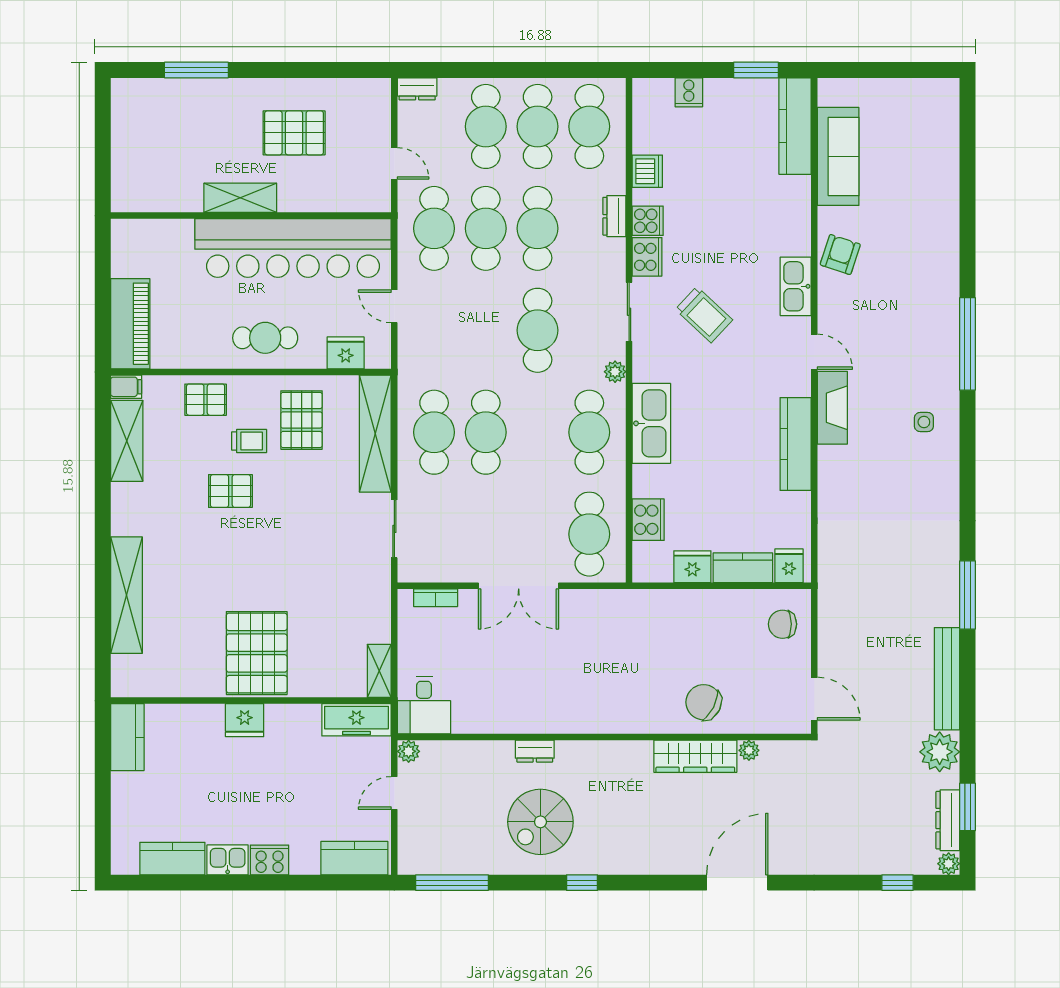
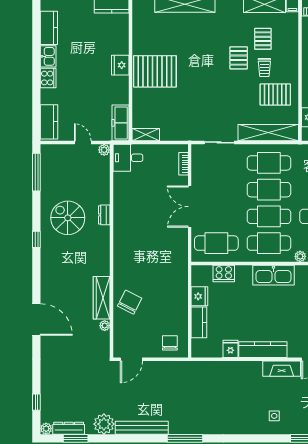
pallet: (206, 400) -> (263, 39), moved
cafe table: (538, 432) -> (269, 216), added
fridge: (789, 566) -> (230, 349), moved, turned -90

